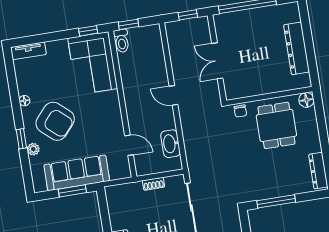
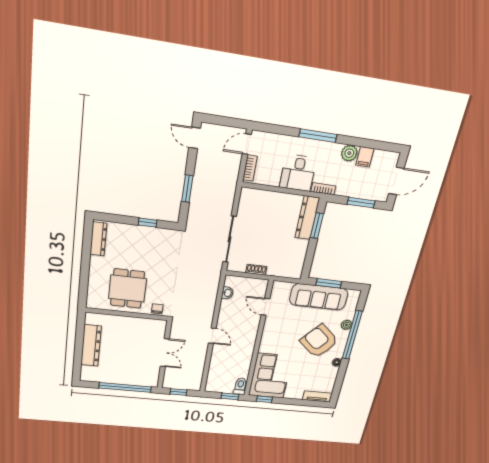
floor lamp: (306, 100) -> (93, 302), removed
window: (21, 139) -> (352, 335), width x3.17
washbasin: (171, 144) -> (227, 293), width x0.52, depth x0.69
window: (276, 201) -> (148, 223), width x0.46

